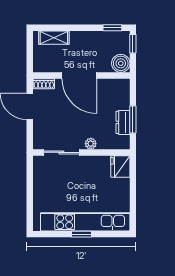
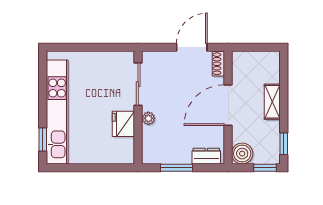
shelving: (54, 38) -> (272, 102), moved
dresser: (123, 122) -> (206, 156), moved
fridge: (120, 167) -> (123, 124), moved, turned -90
window: (81, 234) -> (43, 140), moved

